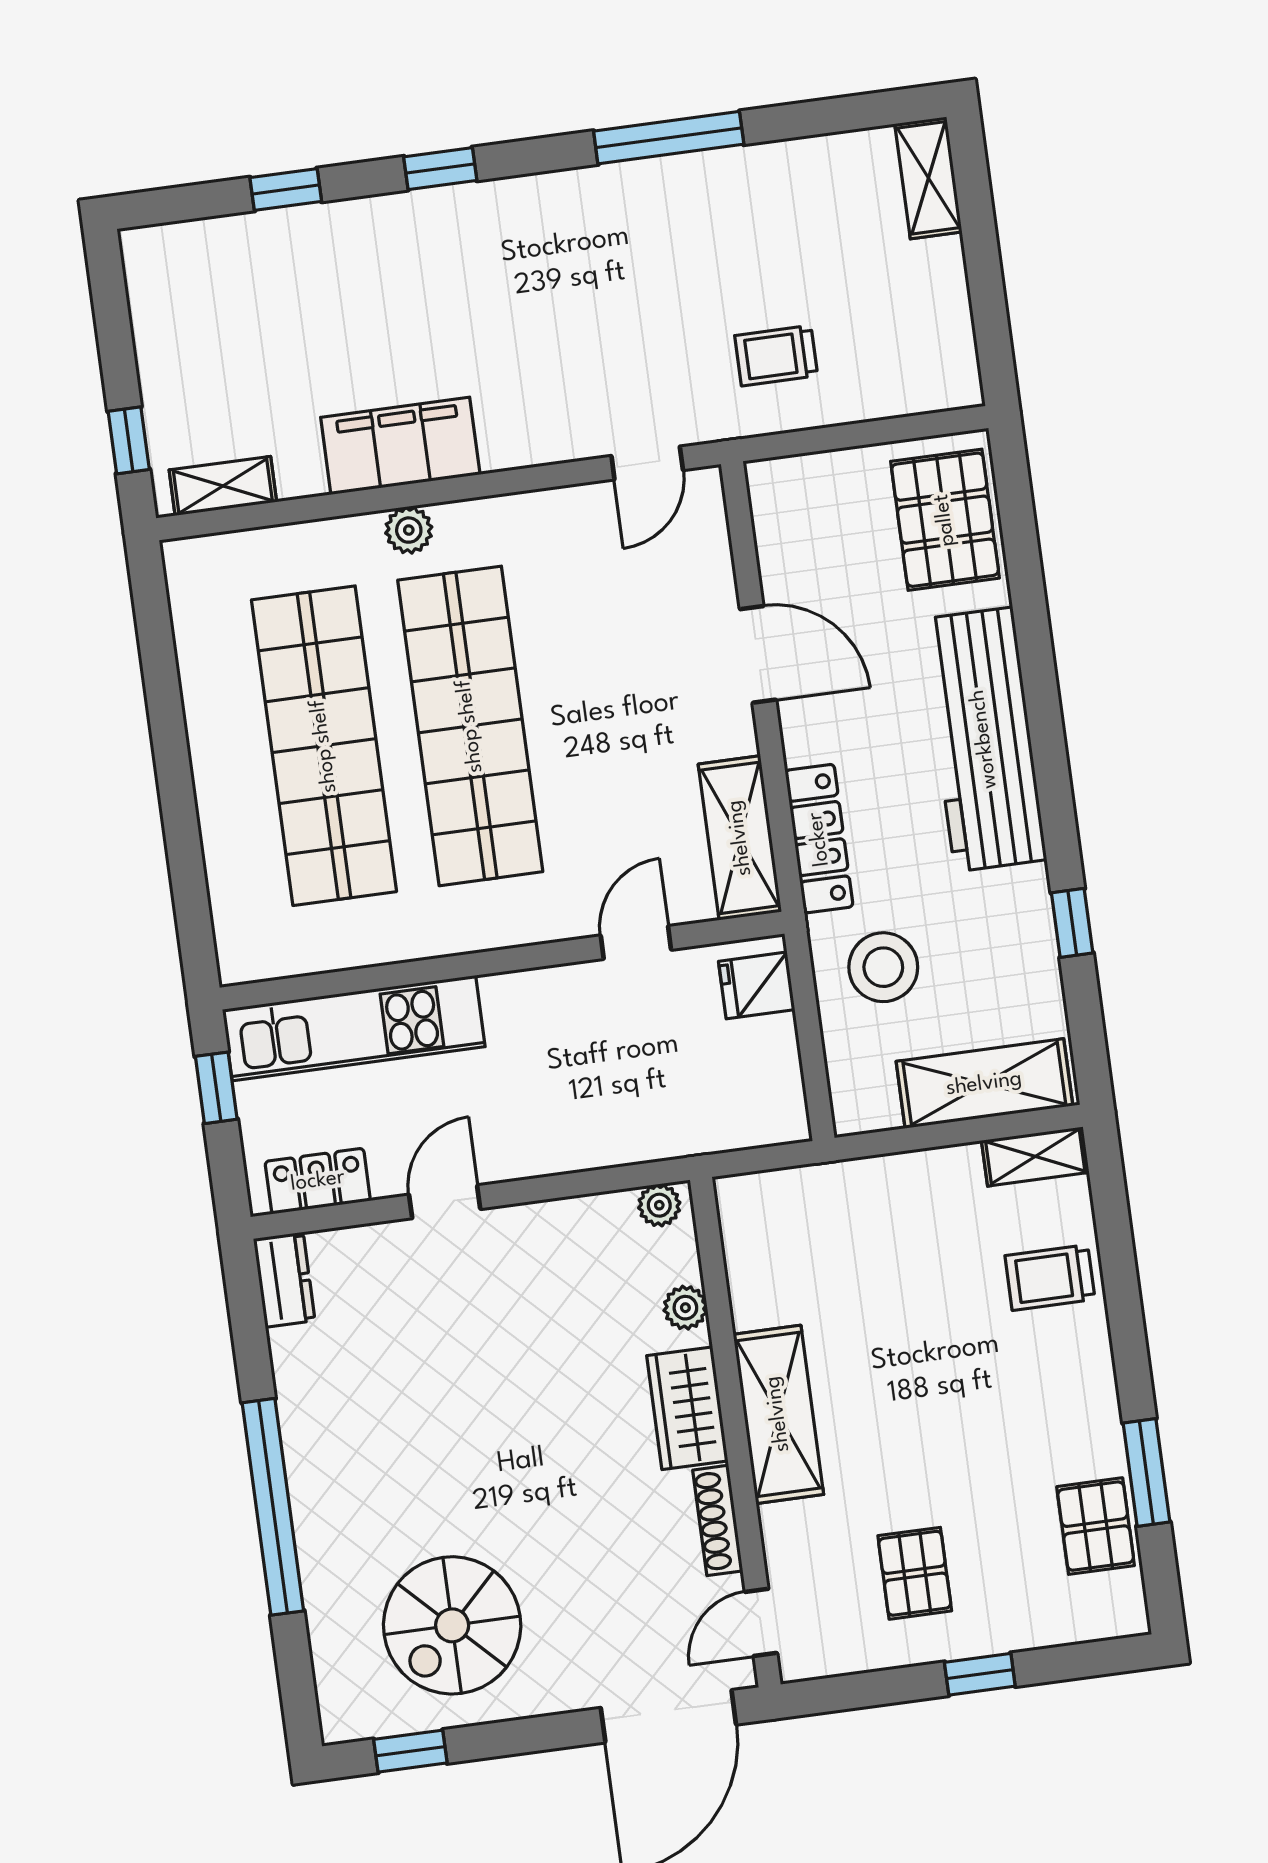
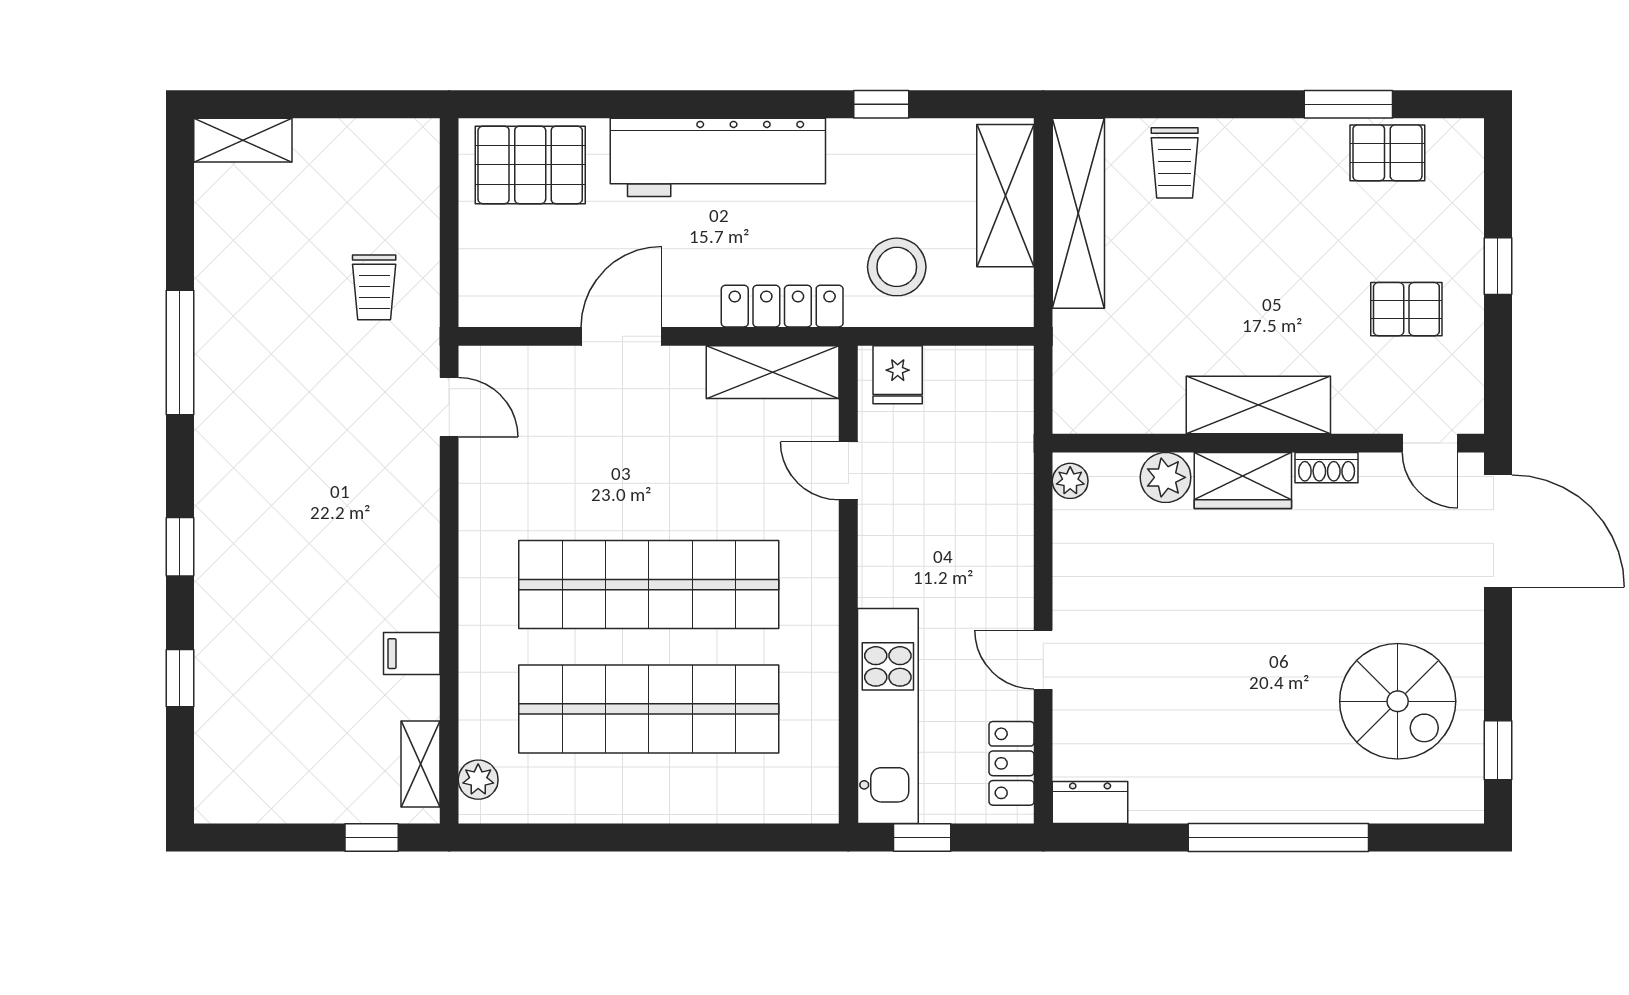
filing cabinet: (400, 446) -> (412, 654), width x0.33, depth x0.86
plant: (409, 530) -> (478, 780), moved
shelving: (1035, 1156) -> (1078, 213), width x2.20, depth x1.33
plant: (685, 1308) -> (1166, 477), width x1.38, depth x1.38
shoe rack: (718, 1520) -> (1327, 468), width x0.70

